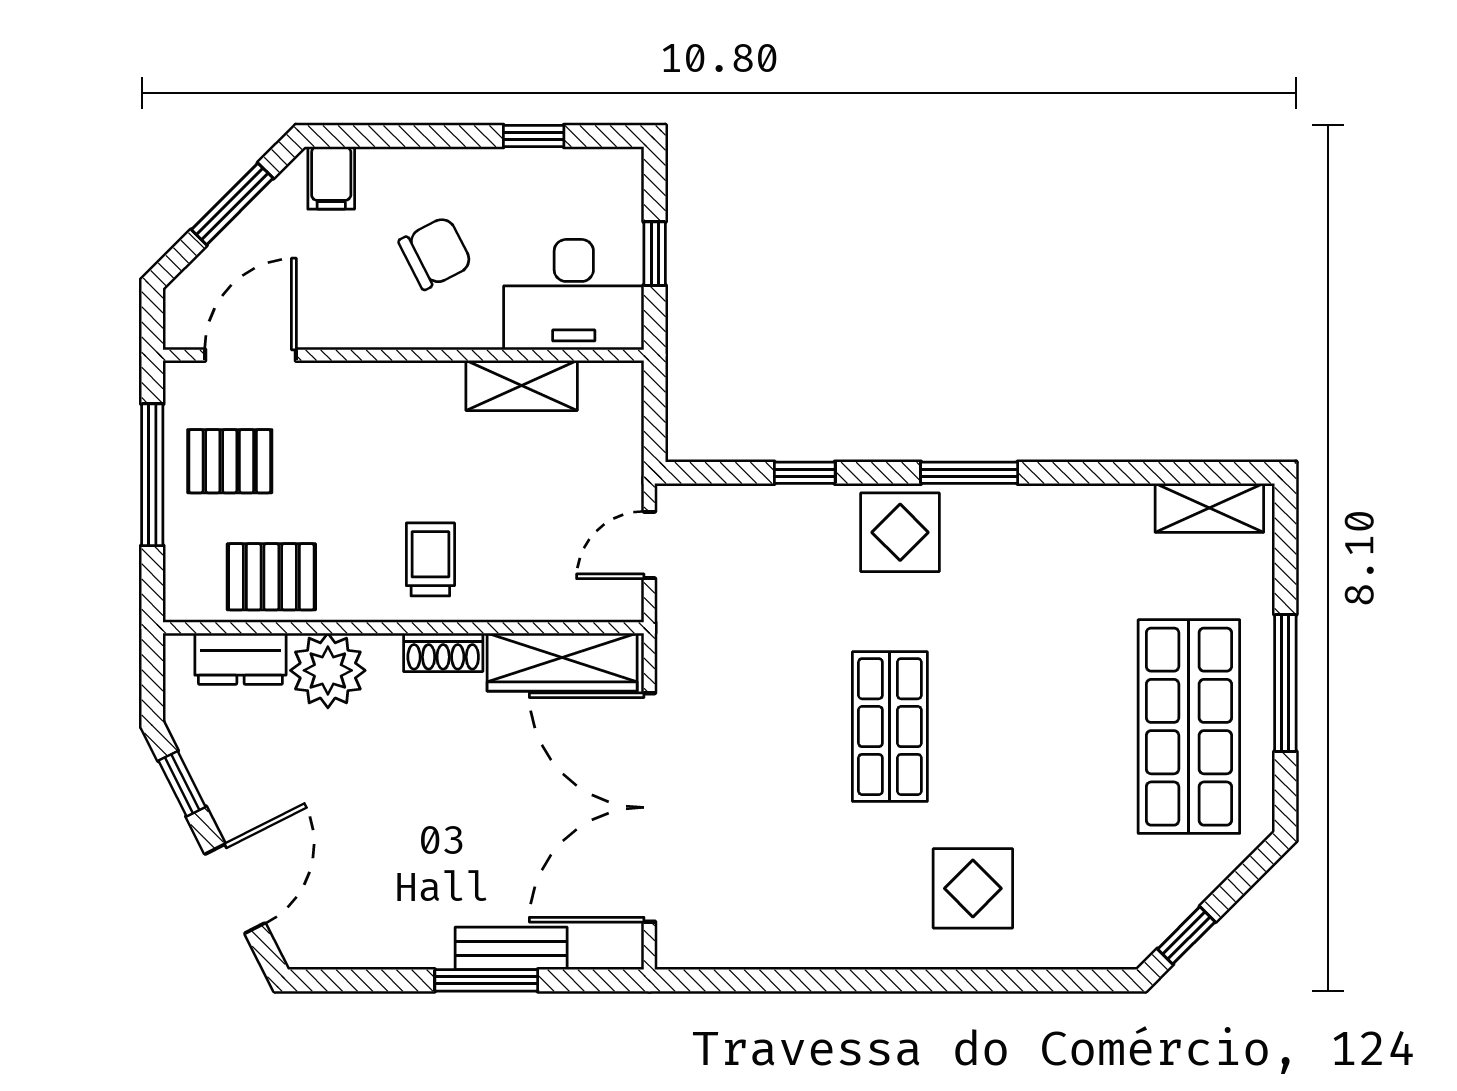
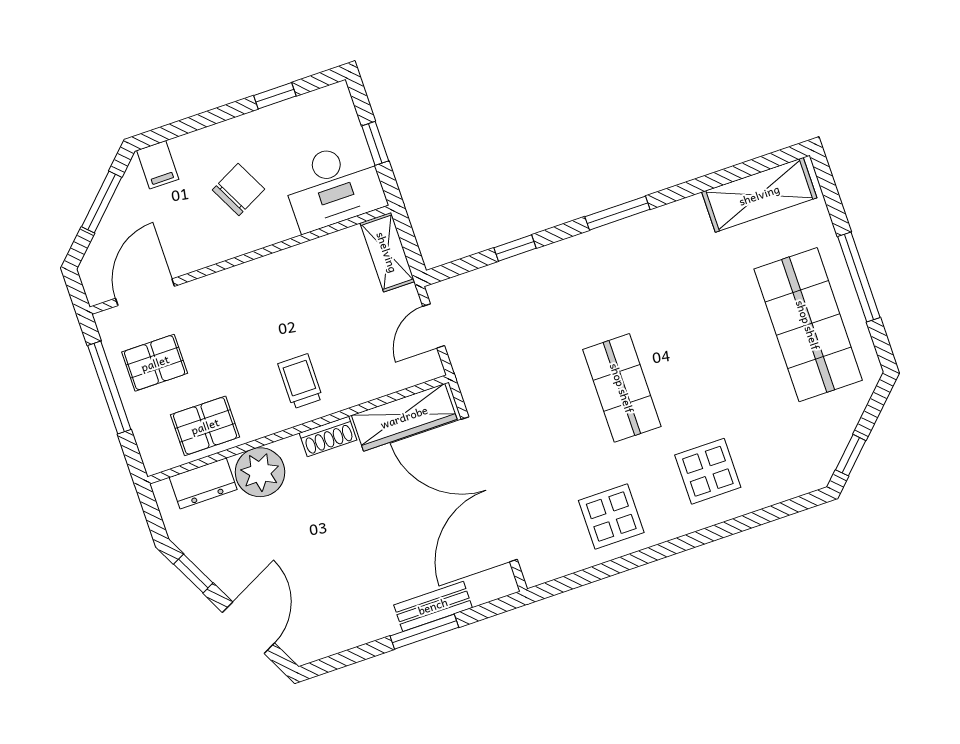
shelving: (522, 386) -> (387, 252), moved, turned 90
shelving: (1209, 508) -> (759, 195), width x1.50, depth x1.33
display table: (900, 532) -> (611, 516), moved

